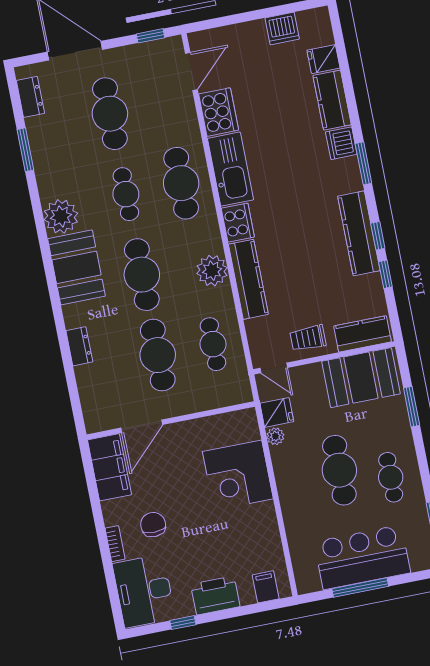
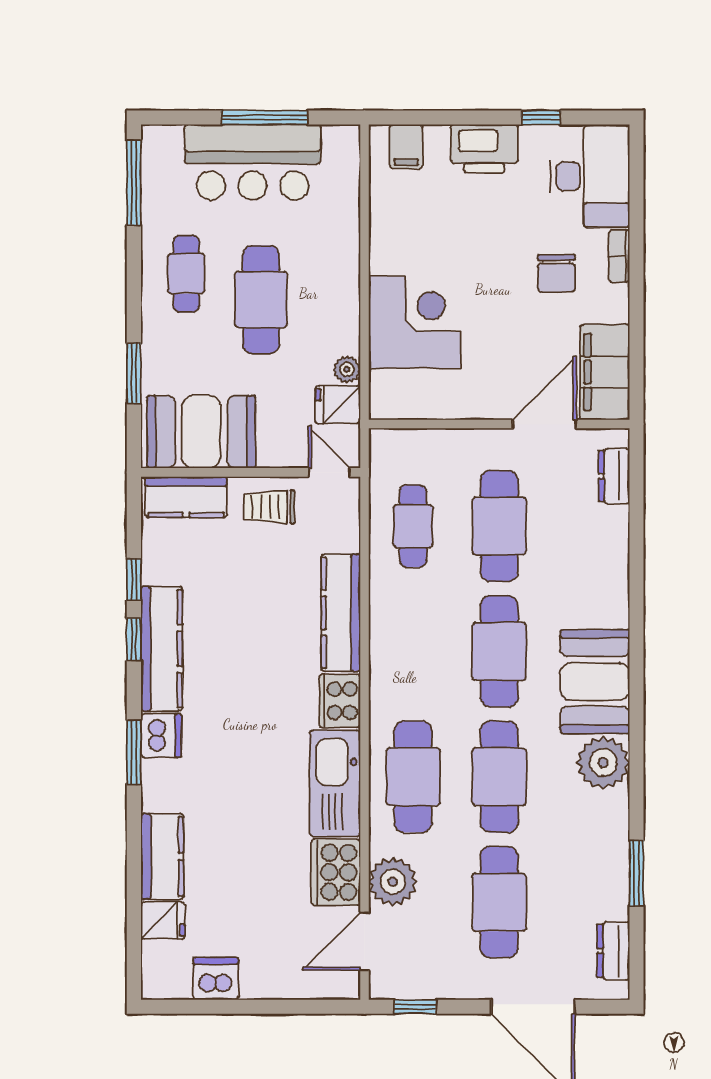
dishwasher: (341, 143) -> (161, 736), moved
cafe table: (126, 194) -> (499, 777), width x1.37, depth x1.35
plant: (212, 271) -> (393, 882), moved
trolley: (308, 338) -> (269, 507), turned 180
dresser: (79, 346) -> (614, 476), moved

